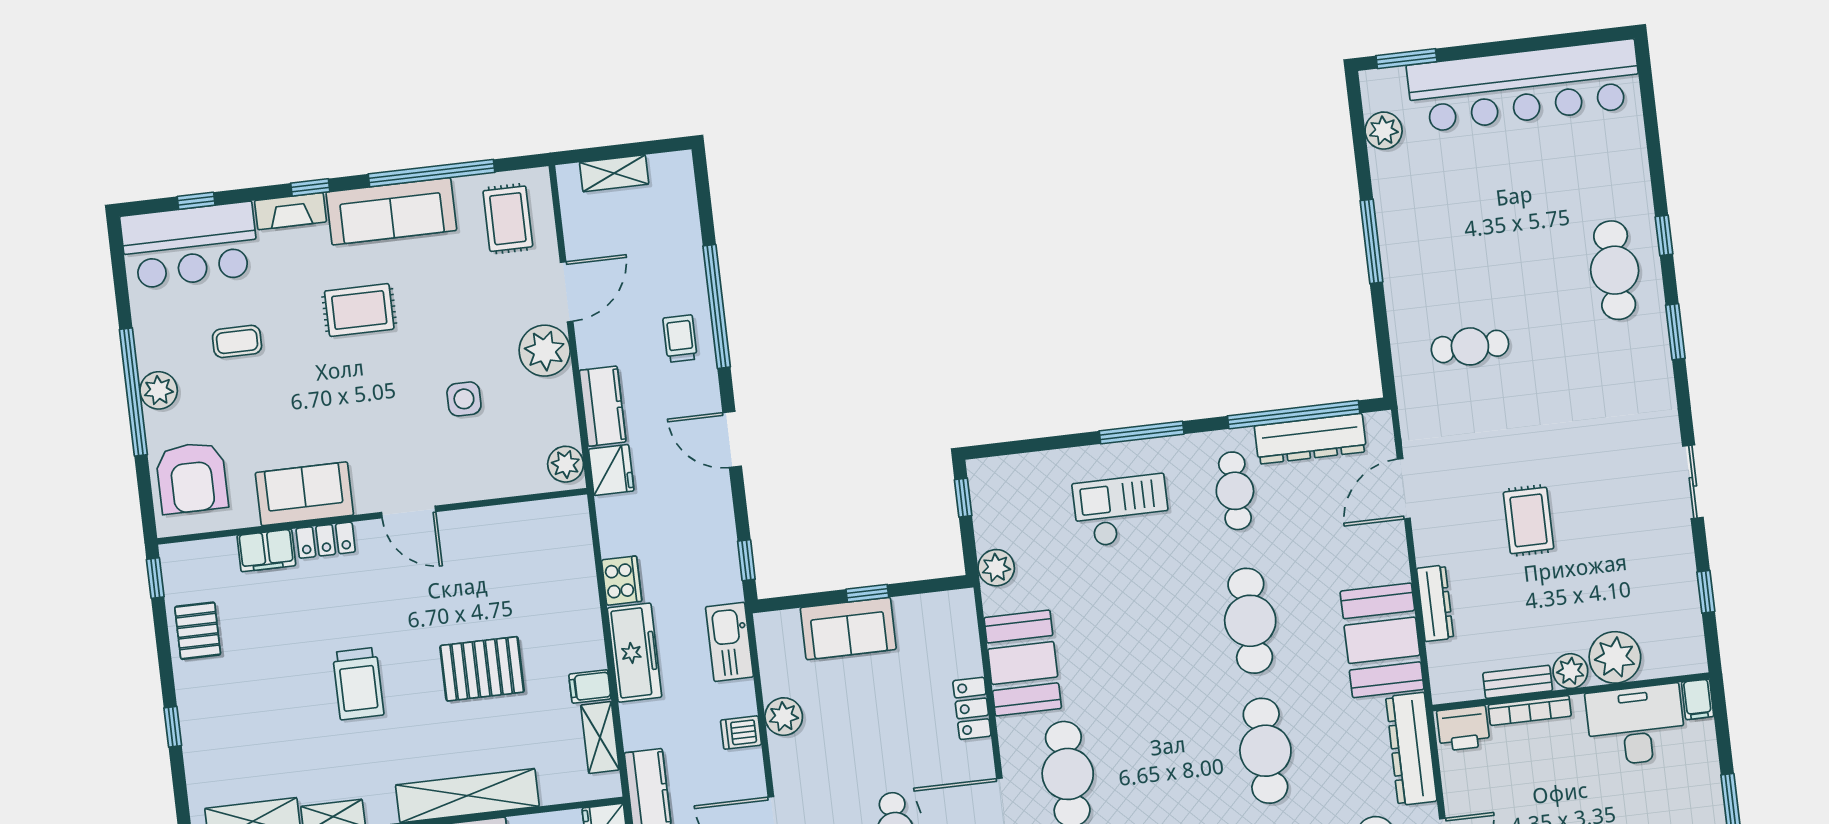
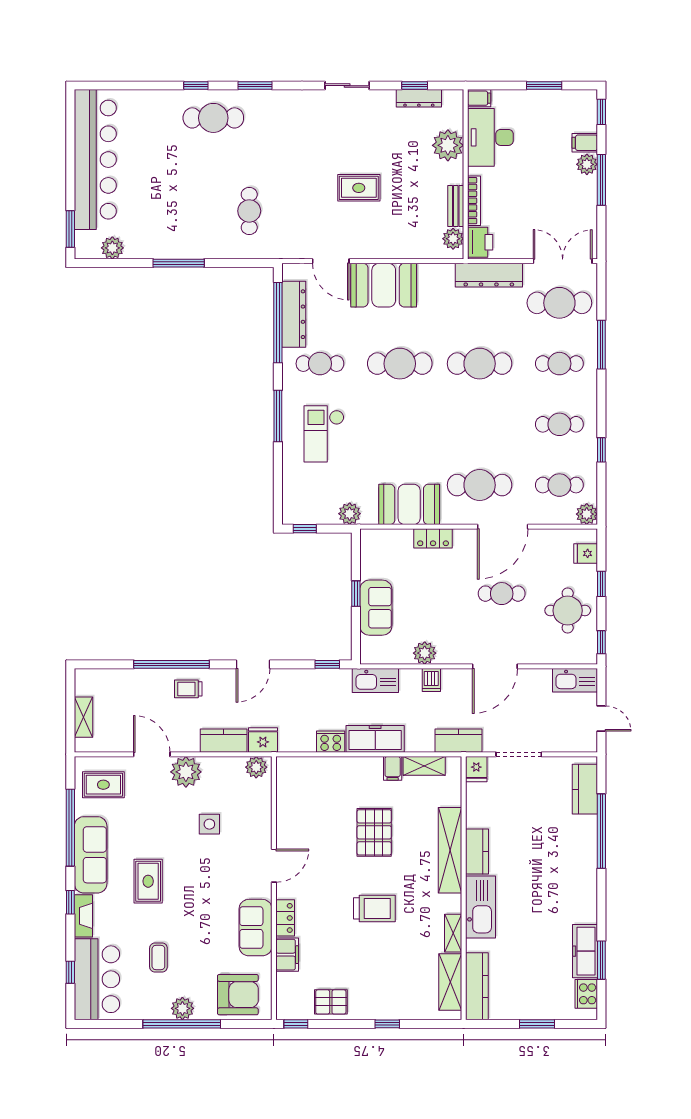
dresser: (1435, 603) -> (419, 98), moved, turned 180
booth: (1382, 640) -> (384, 285), moved
plant: (1570, 671) -> (453, 239), moved

